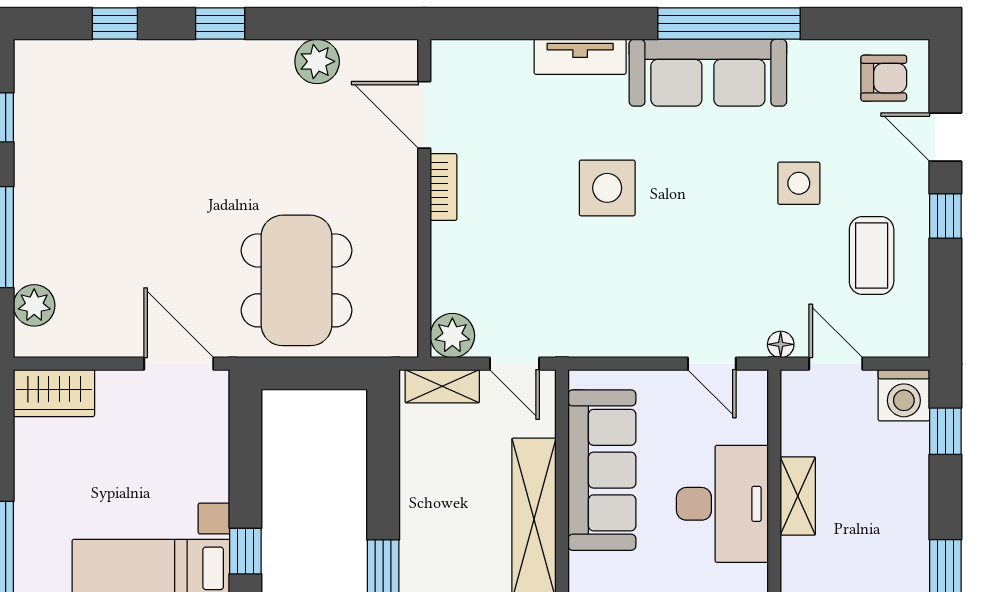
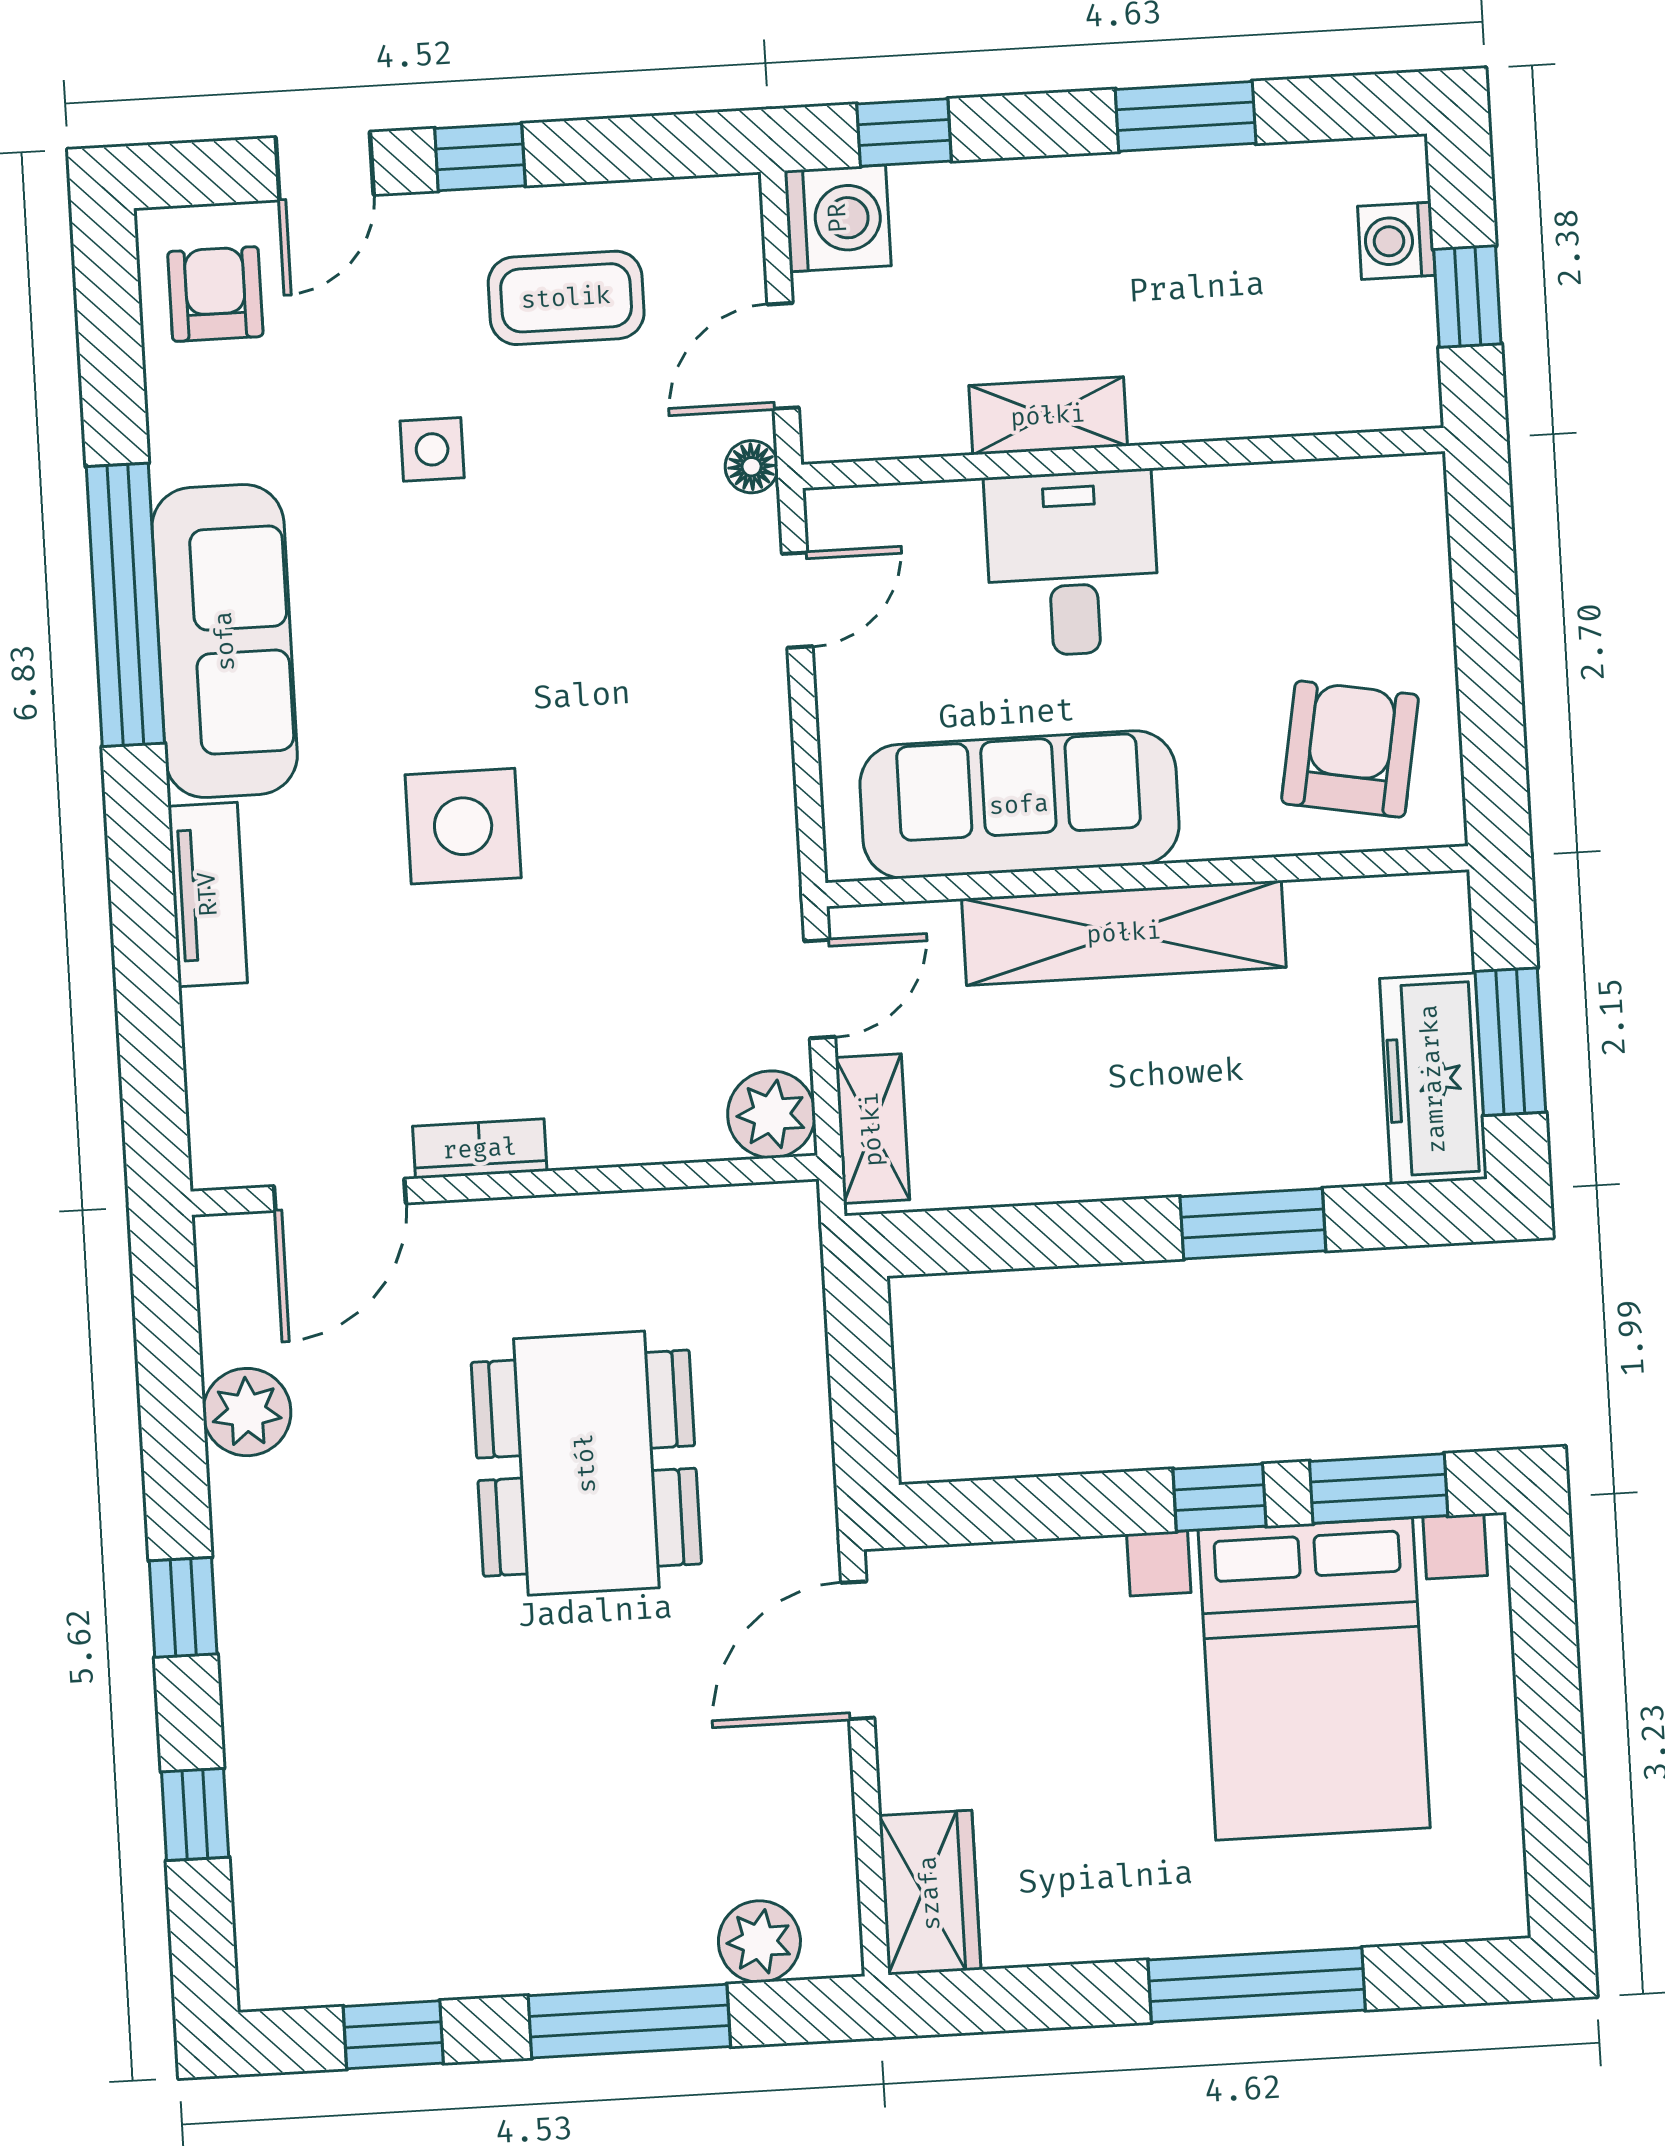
side table: (799, 183) -> (432, 449), width x0.73, depth x0.73
dining table: (297, 280) -> (586, 1463), moved, turned 90
desk: (722, 504) -> (1072, 563), width x0.73

